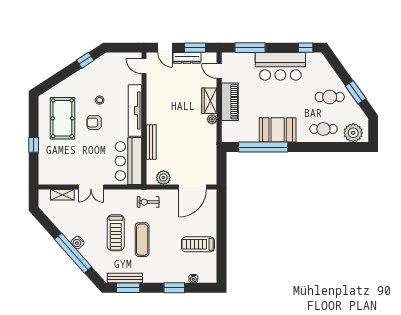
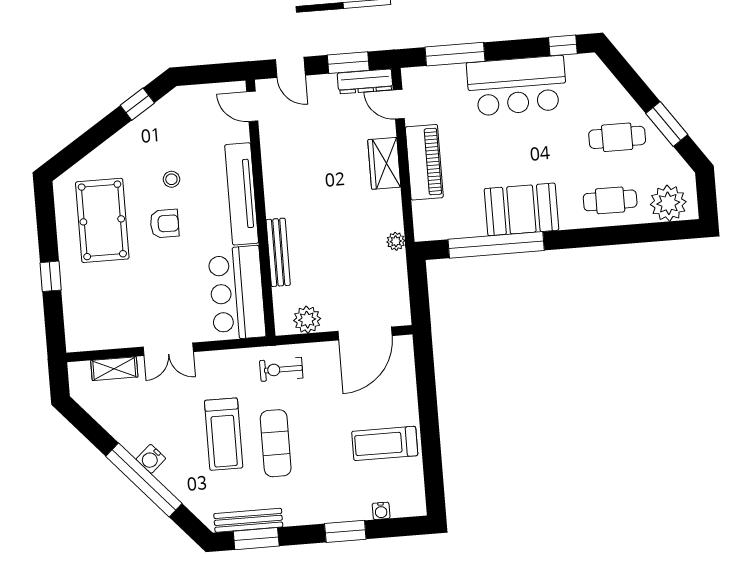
dresser: (187, 58) -> (365, 81), moved
plant: (212, 119) -> (396, 241), moved
armchair: (94, 123) -> (164, 224), turned 180

